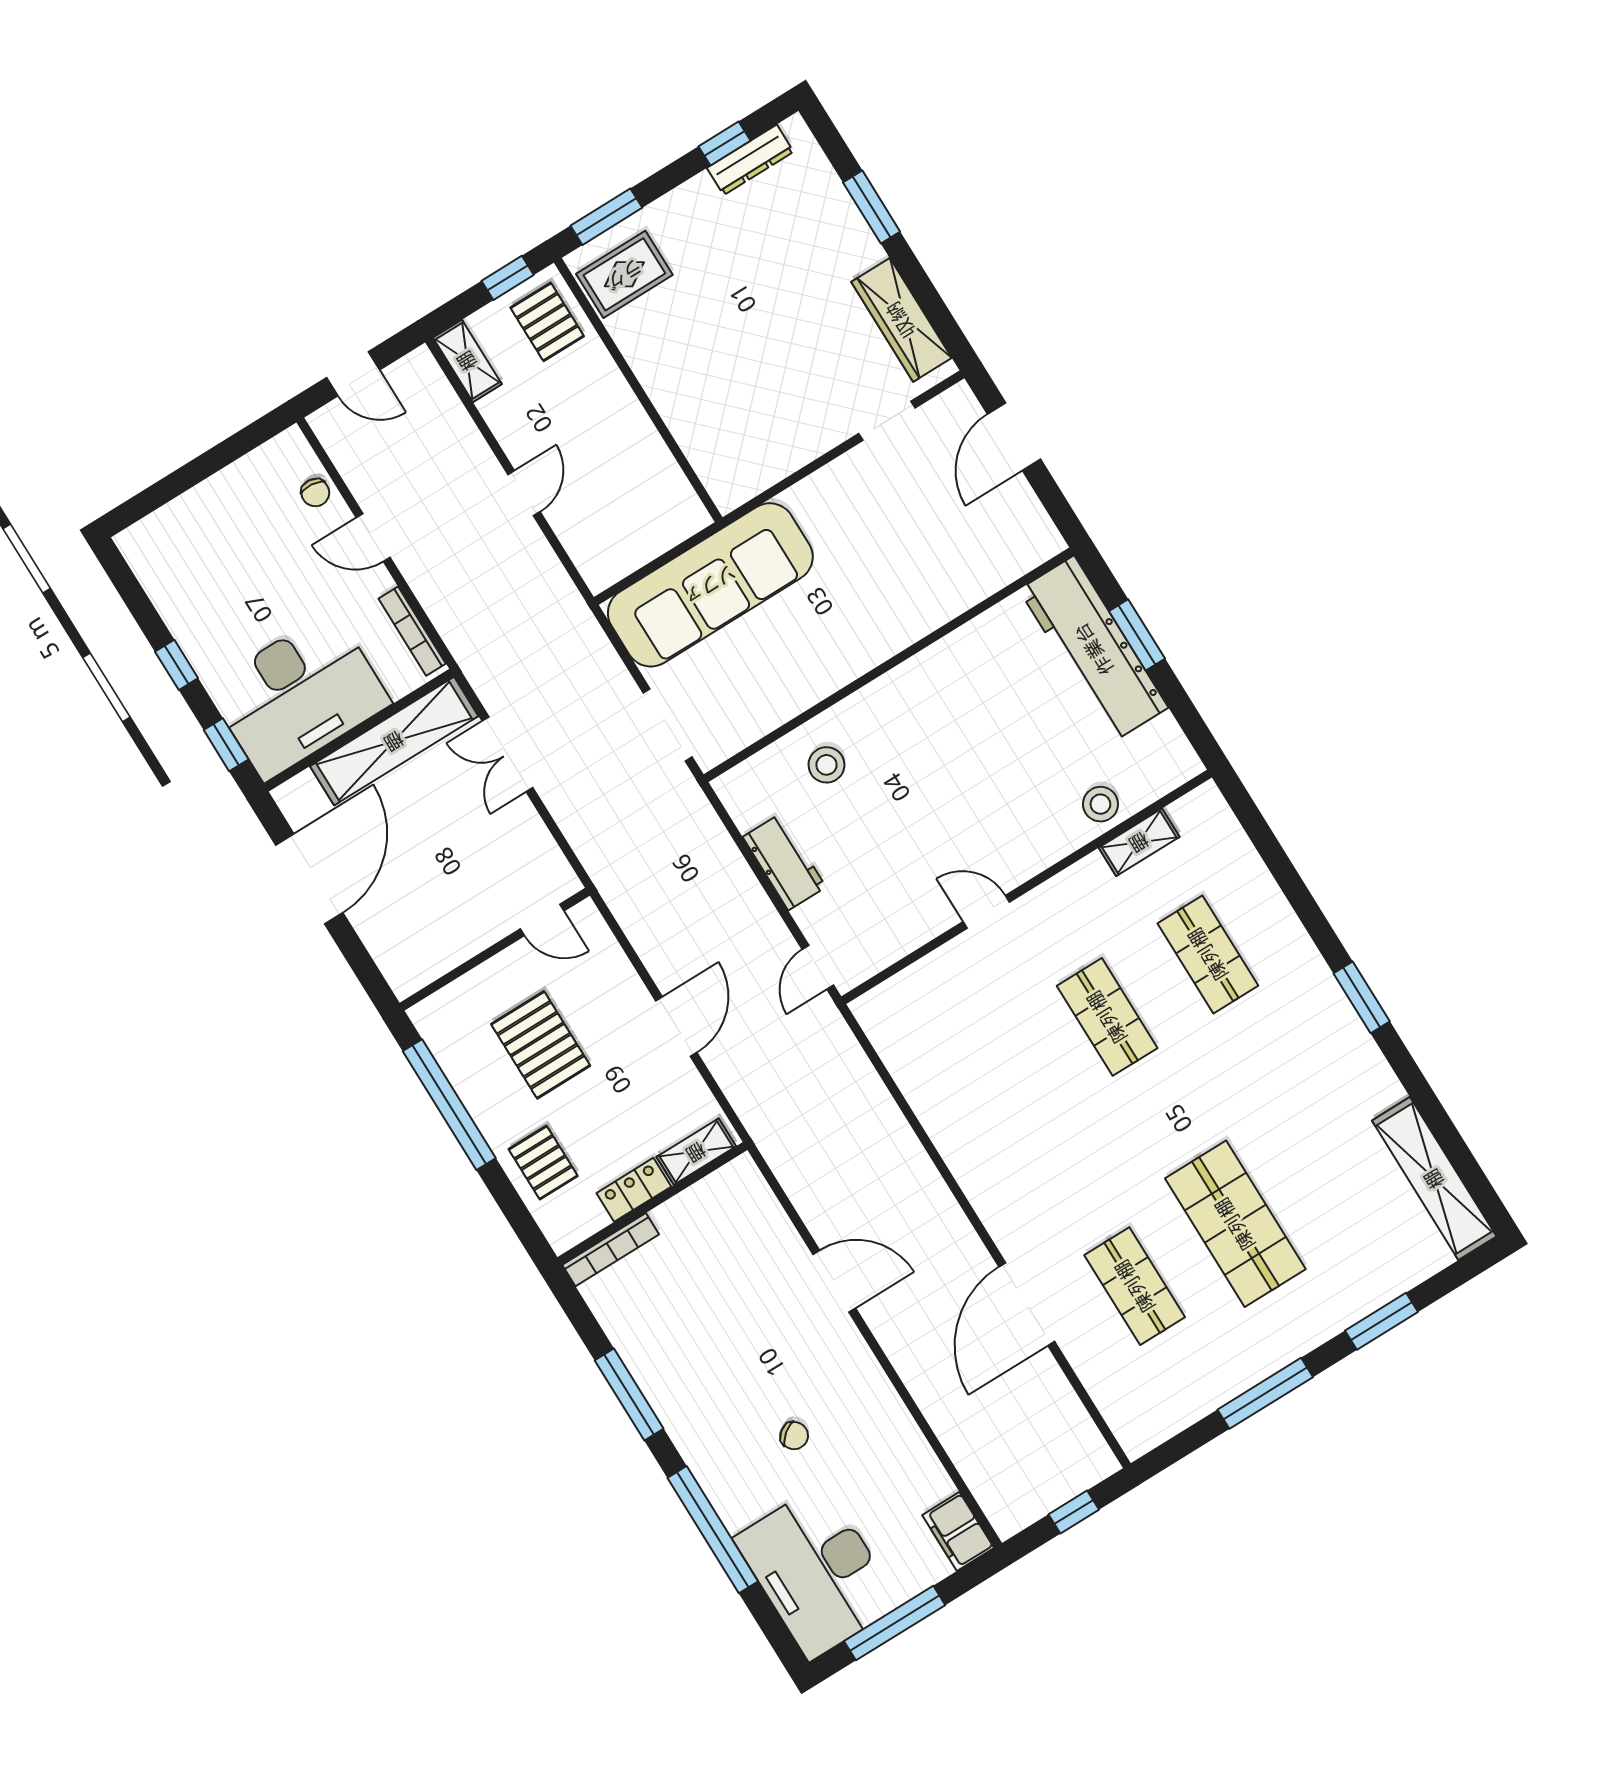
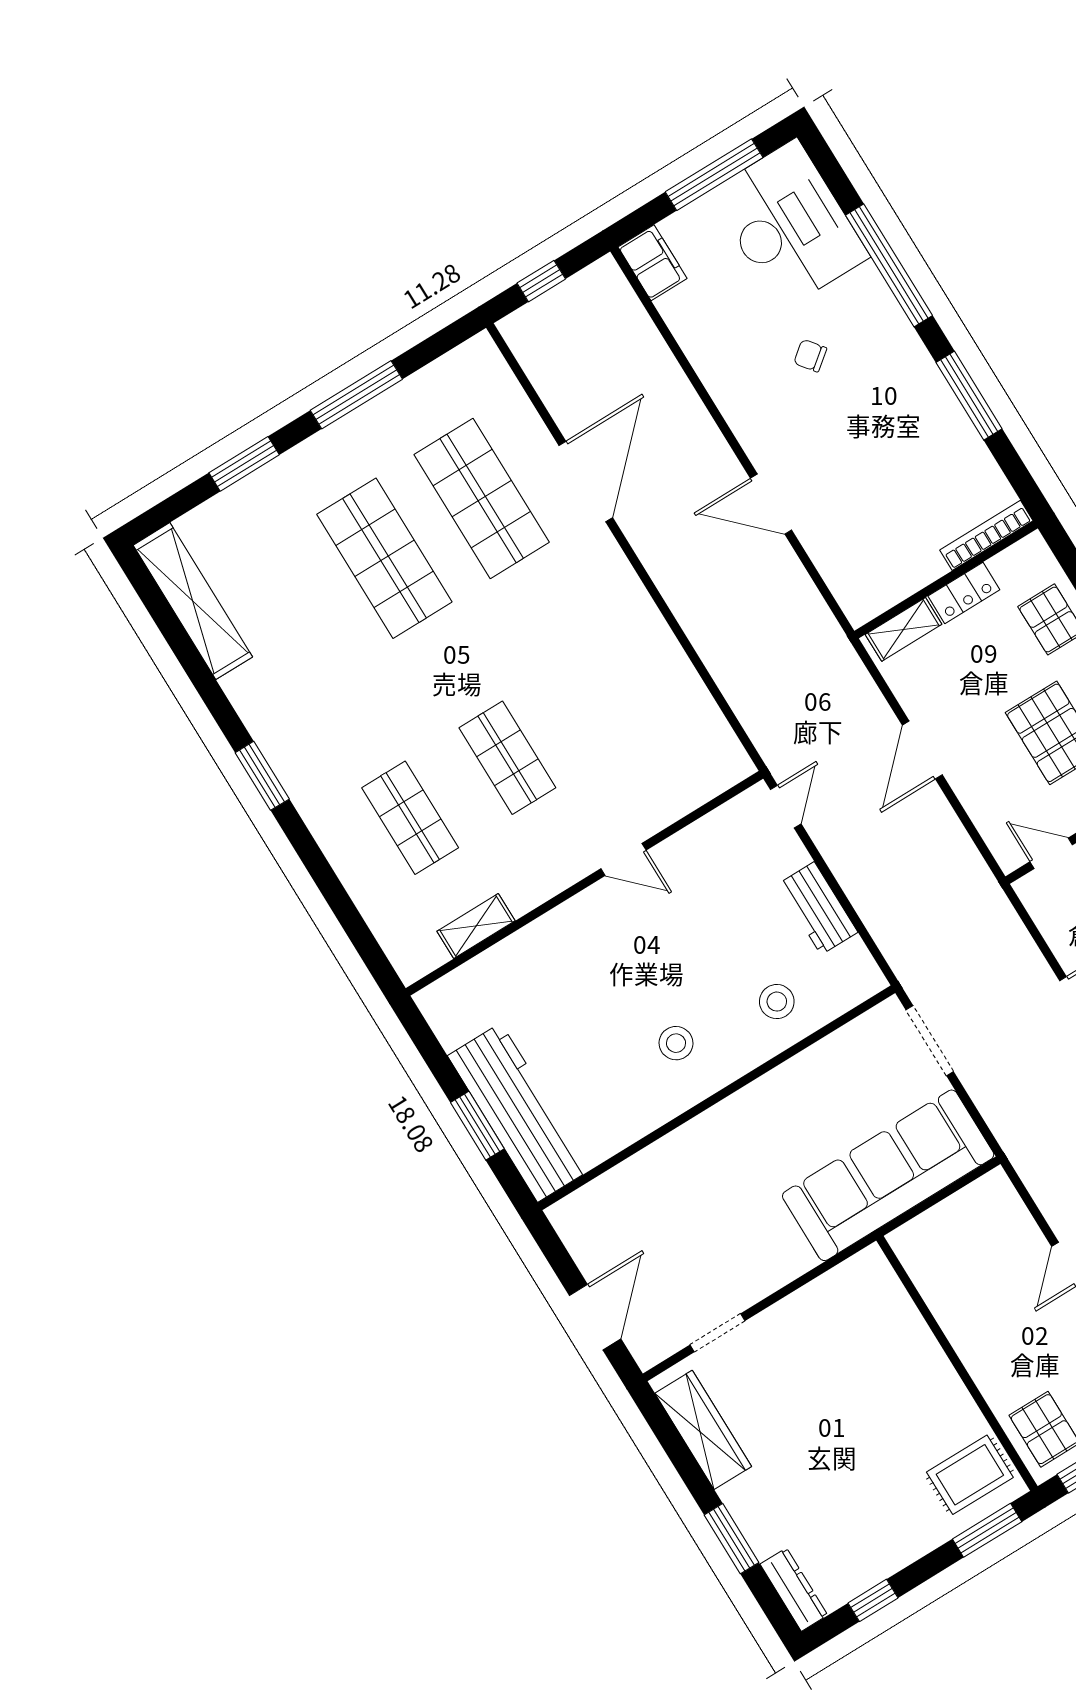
dresser: (750, 160) -> (794, 1590), moved, turned 90
stool: (1100, 804) -> (676, 1043), moved
shop shelf: (1135, 1286) -> (482, 498), width x1.43, depth x1.36

